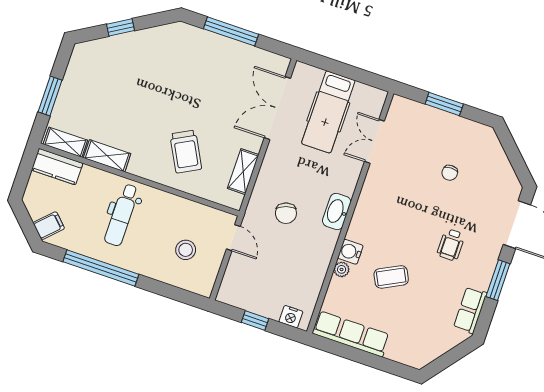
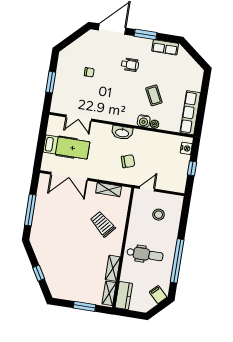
trolley: (186, 151) -> (103, 224), turned -111

